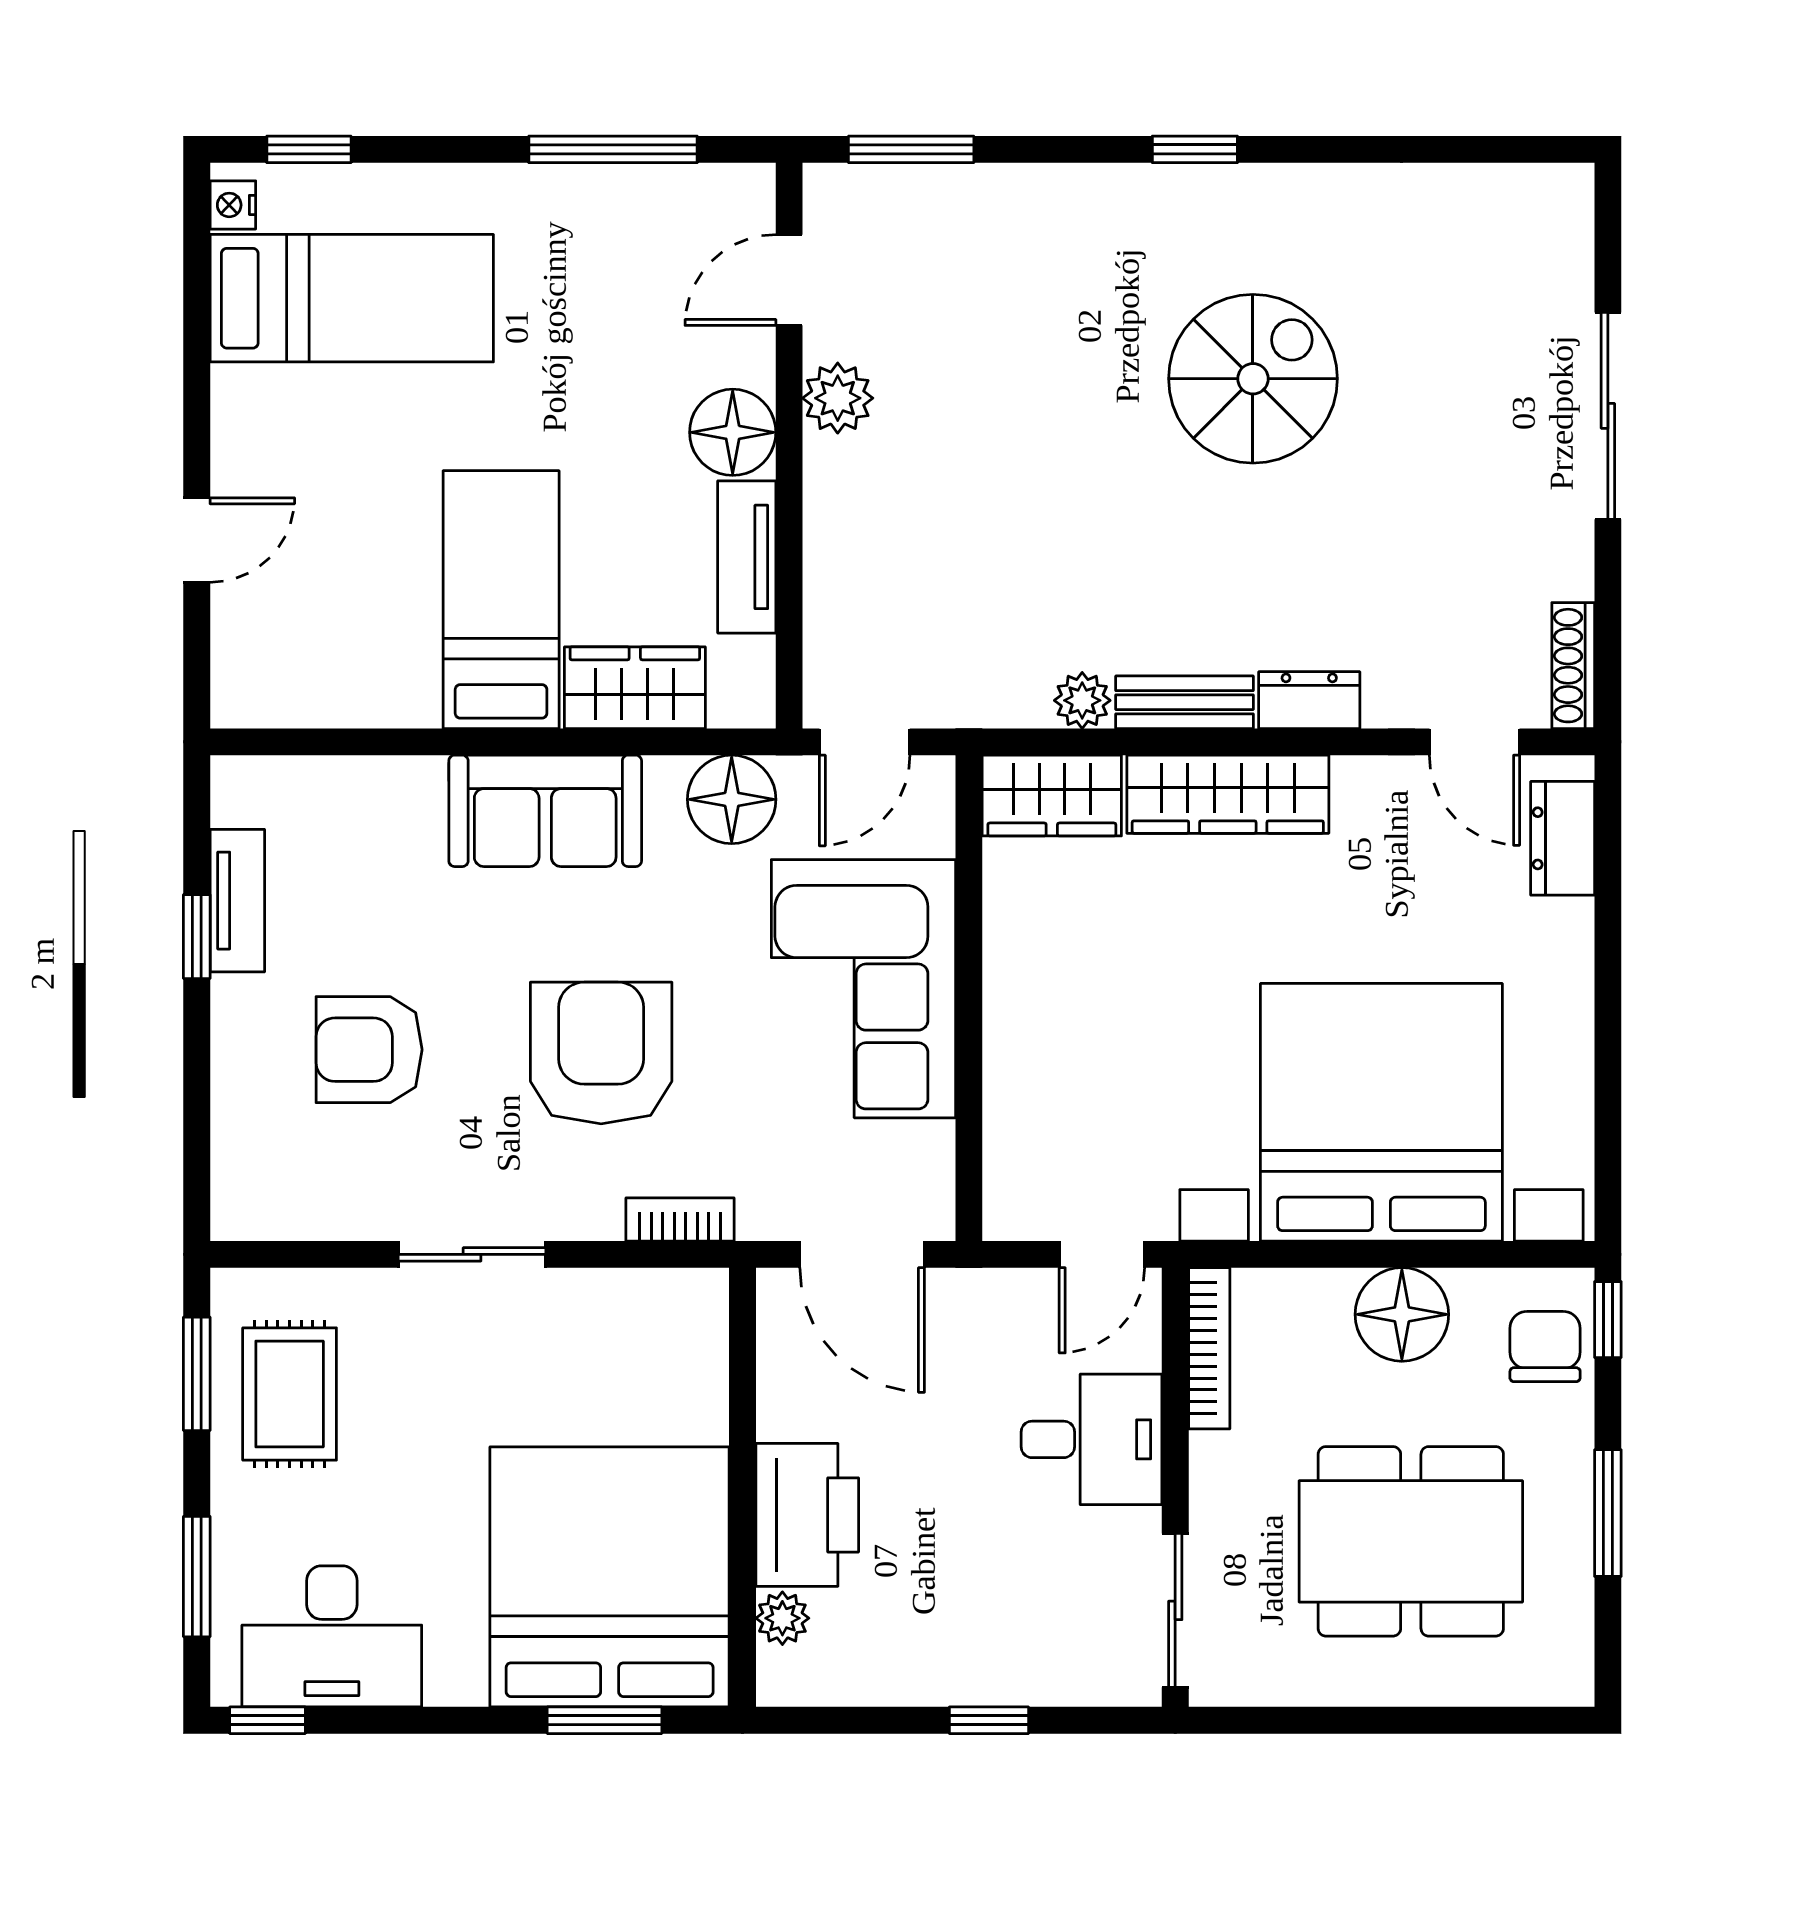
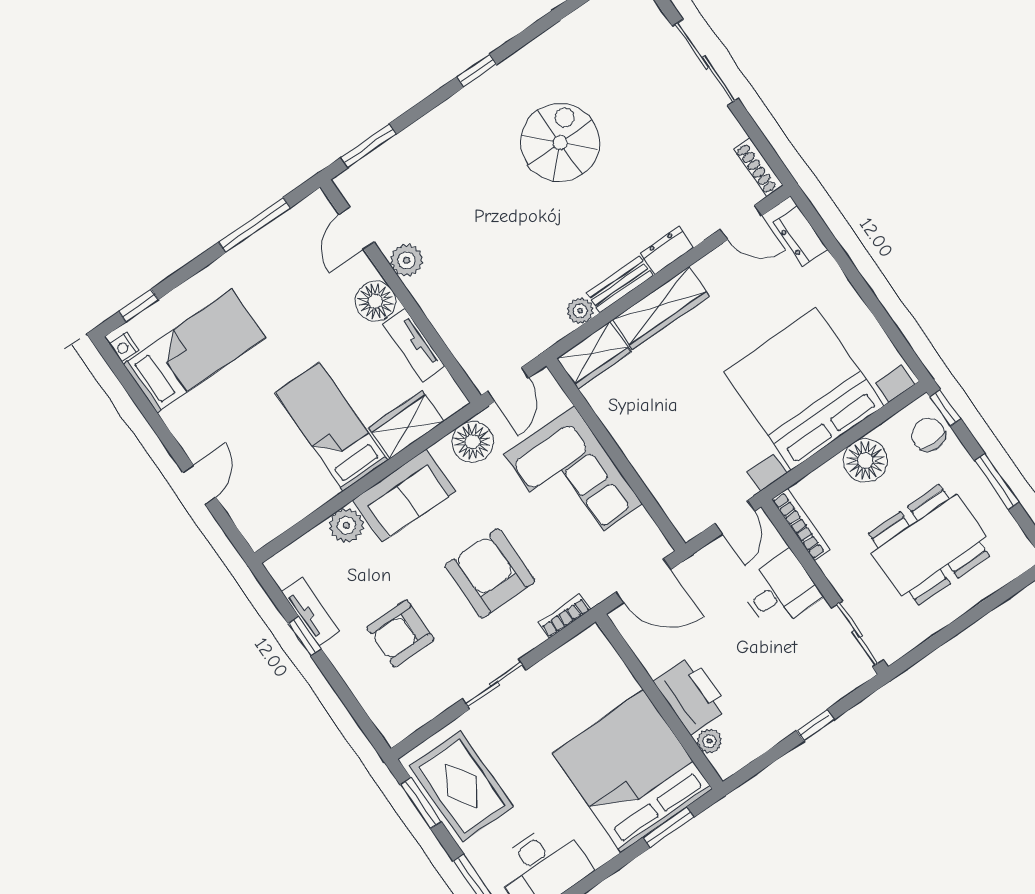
plant: (406, 792) -> (346, 525), added
rug: (290, 1394) -> (462, 786), width x1.36, depth x1.43

